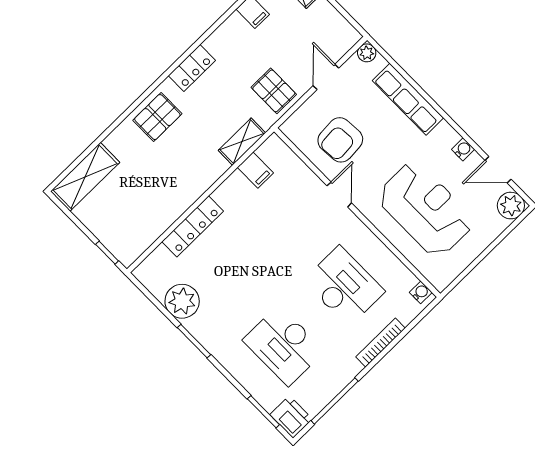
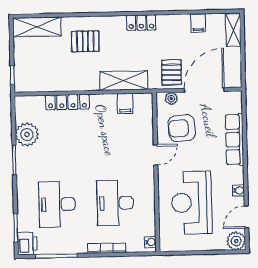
plant: (367, 53) -> (171, 98), moved
door: (326, 77) -> (204, 90), width x1.88
pallet: (157, 117) -> (85, 41), moved
shelving: (242, 142) -> (124, 81), width x1.50, depth x1.33
door: (498, 170) -> (247, 217), hinge flipped
reception desk: (425, 209) -> (192, 203), turned 180
desk: (344, 286) -> (115, 203), turned 180

